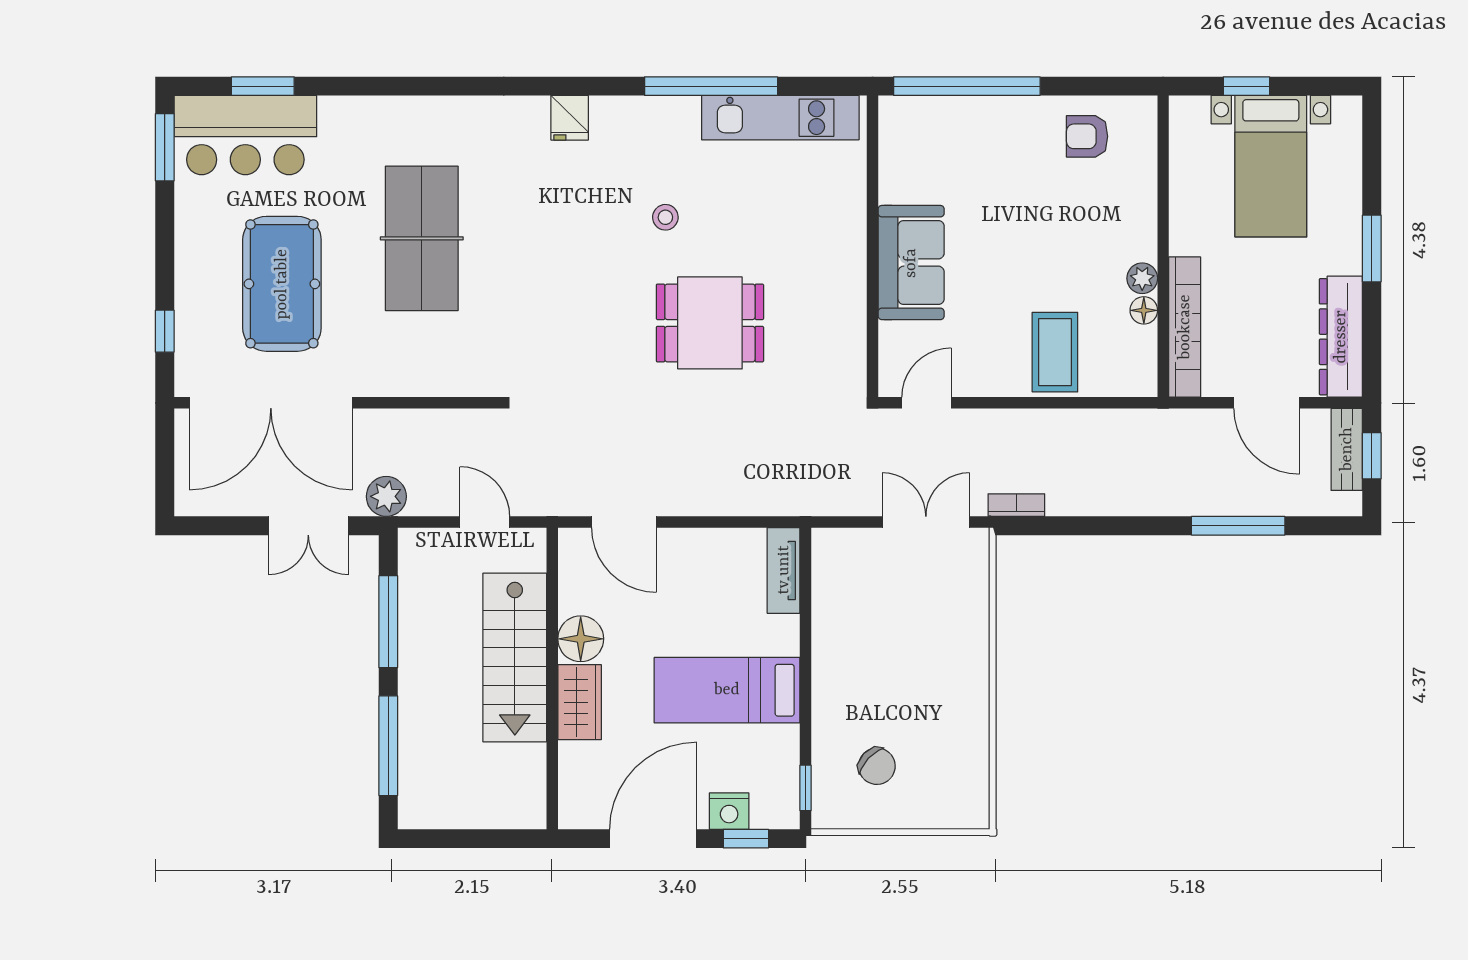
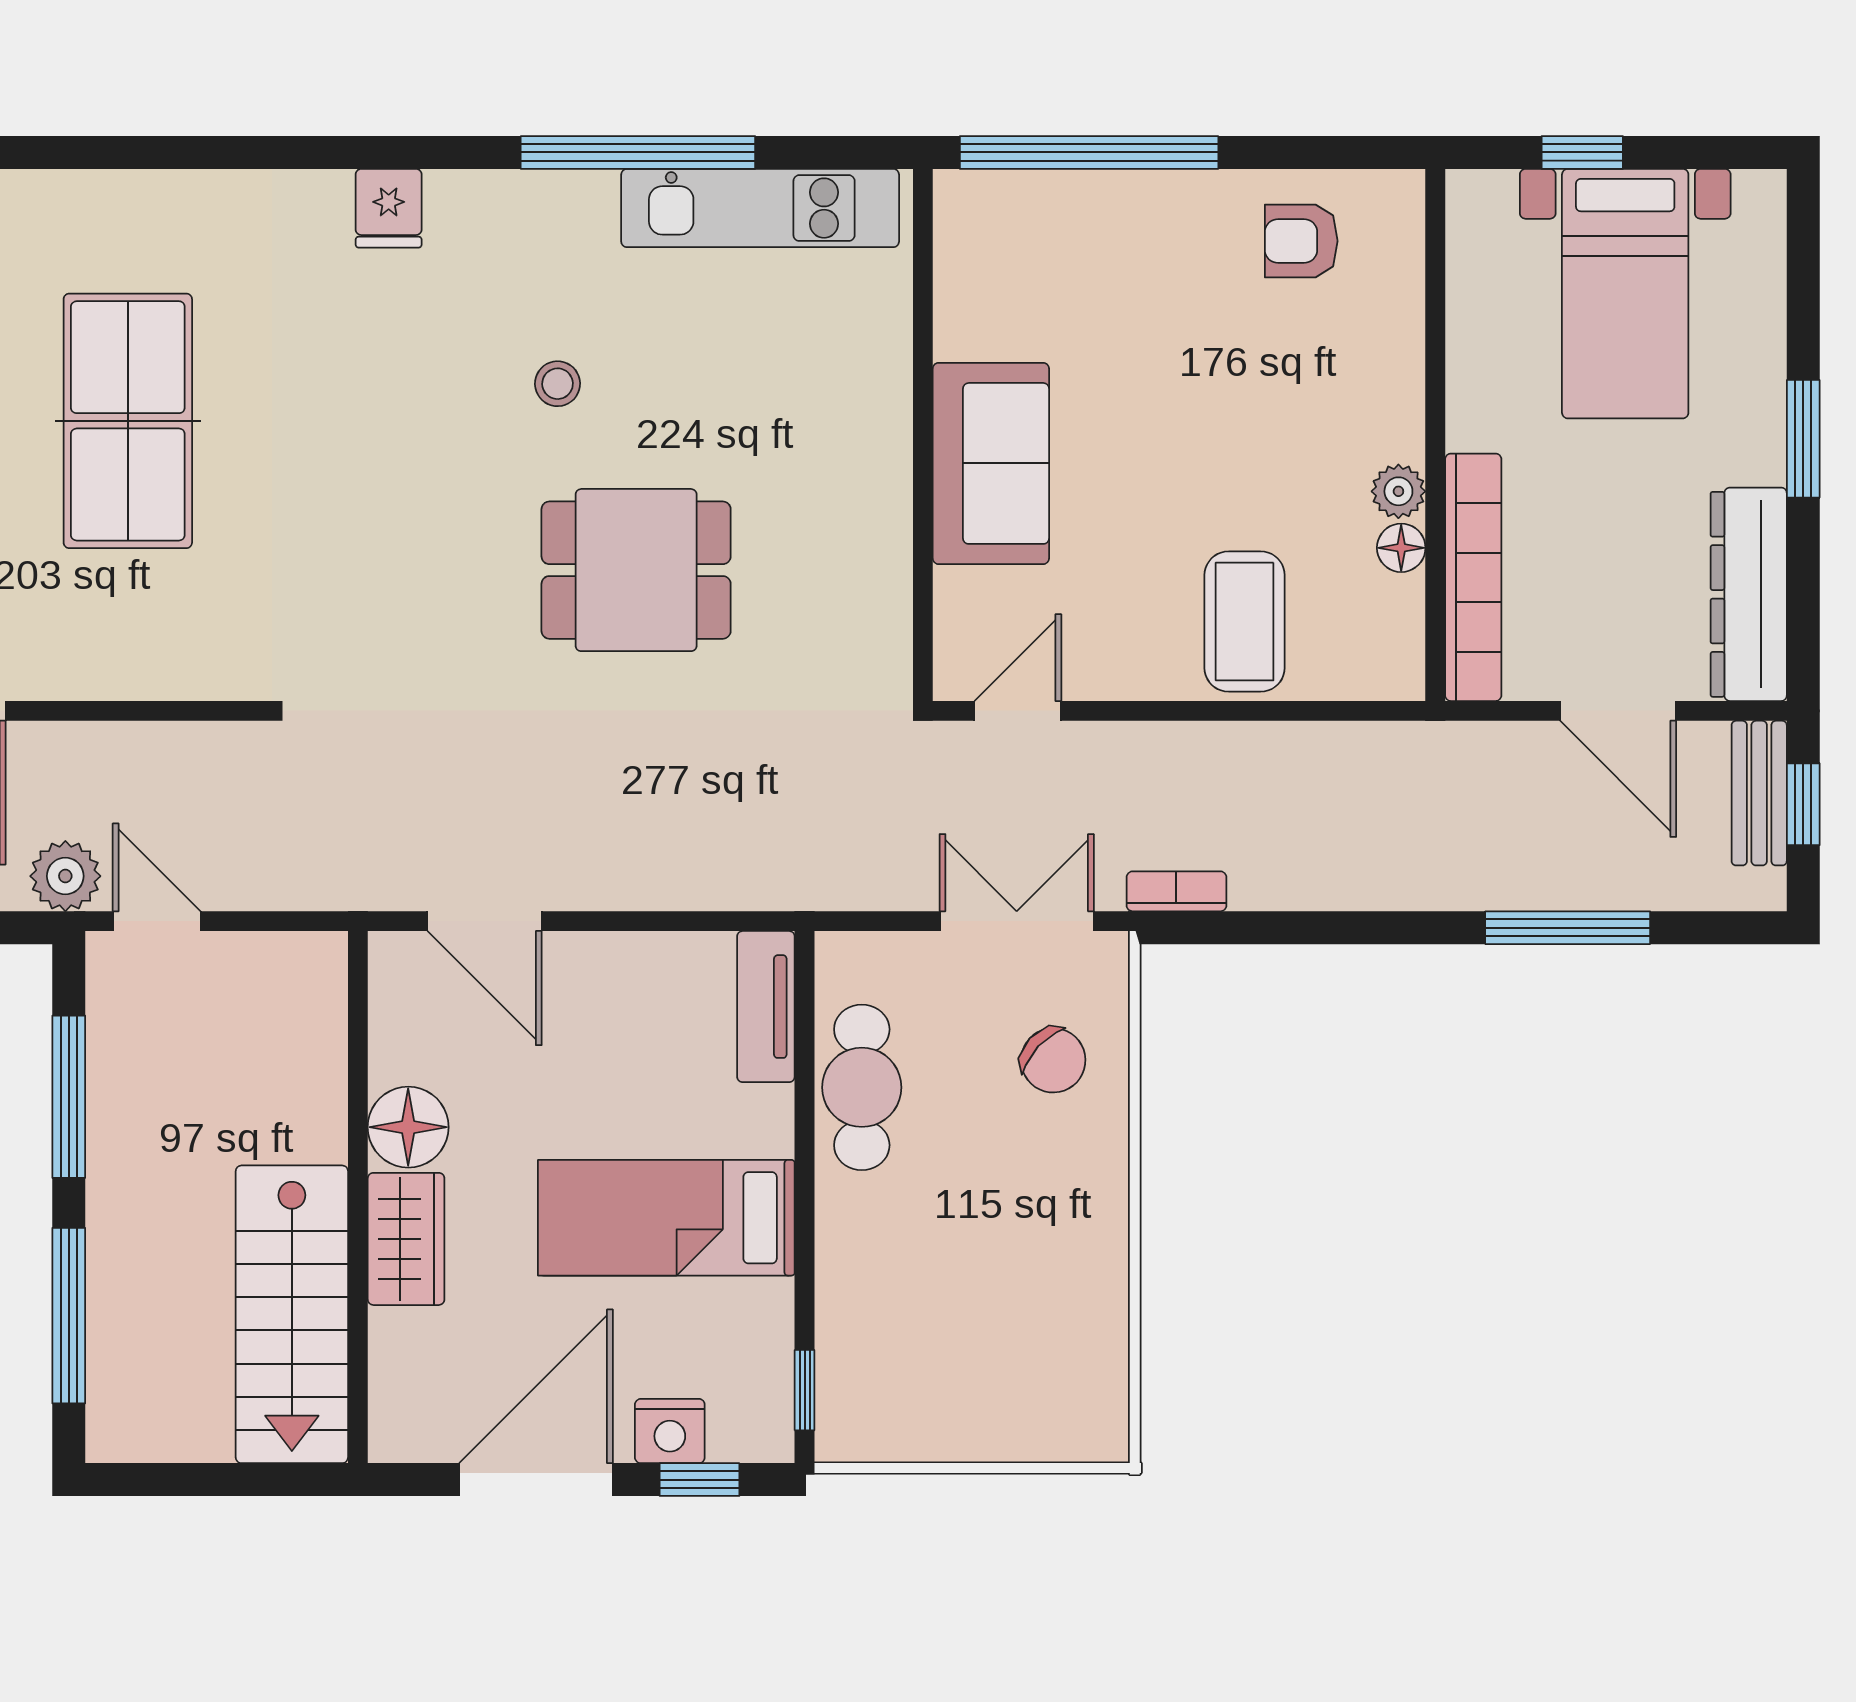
door: (485, 522) -> (157, 921), moved
cafe table: (838, 616) -> (862, 1087), added
stairs: (515, 658) -> (292, 1314), moved
chair: (877, 766) -> (1053, 1060), moved

